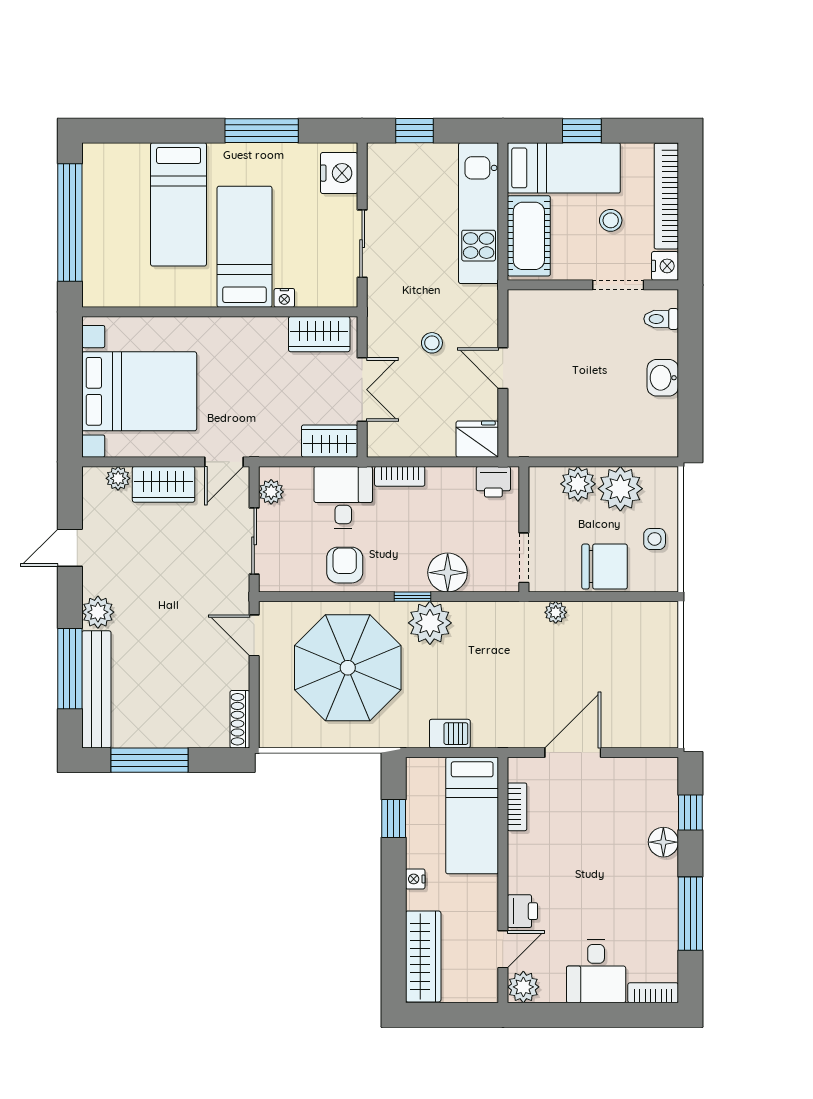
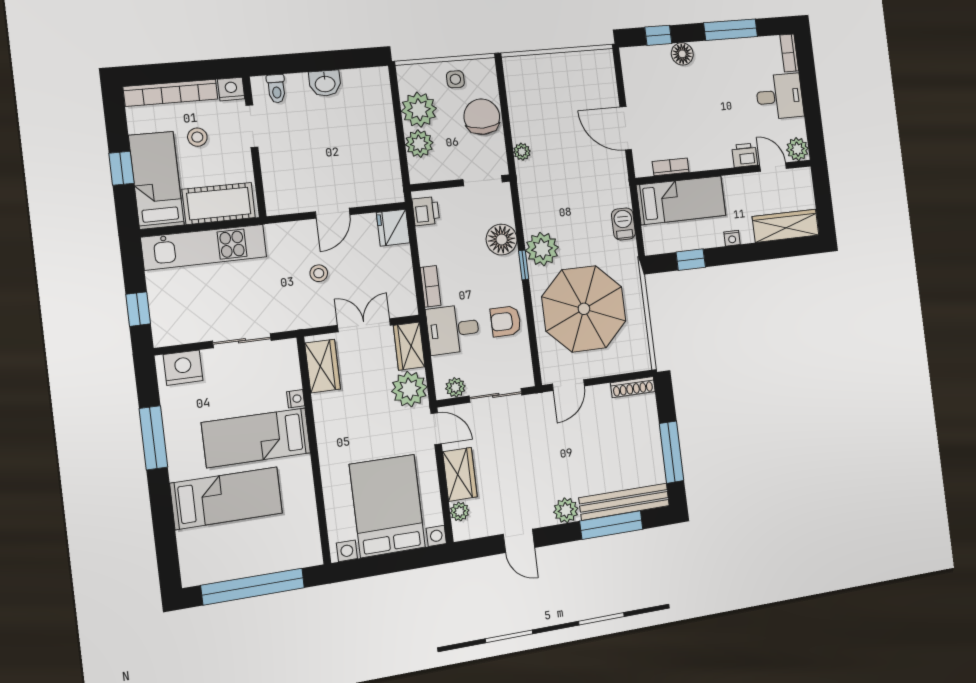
plant: (277, 435) -> (409, 389), added

